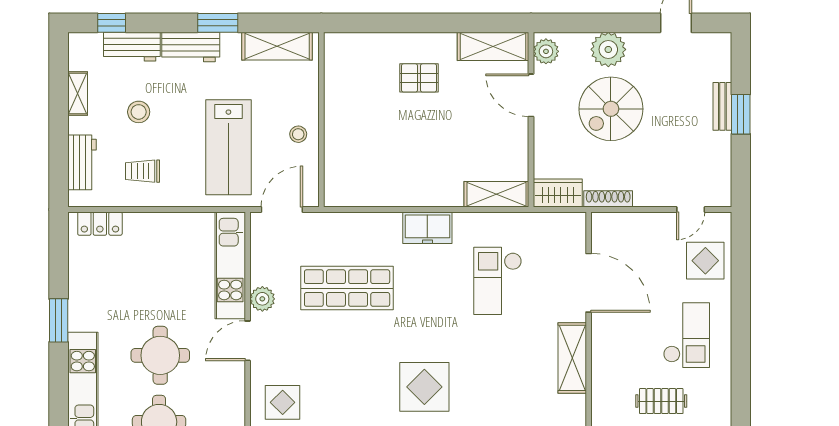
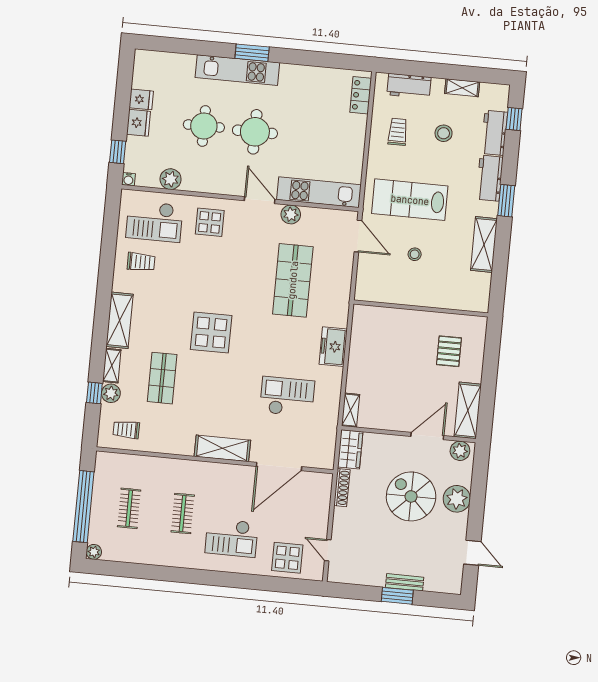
wall: (321, 120) -> (421, 308), moved
shelving: (496, 194) -> (351, 410), width x0.67, depth x0.75
window: (59, 320) -> (252, 53), moved

